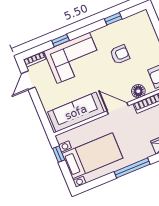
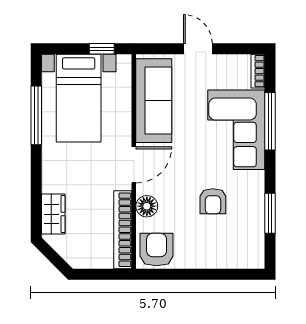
window: (113, 19) -> (270, 213), width x1.50
window: (60, 41) -> (270, 121), width x2.17
door: (28, 80) -> (198, 49), moved
window: (132, 168) -> (36, 115), moved

